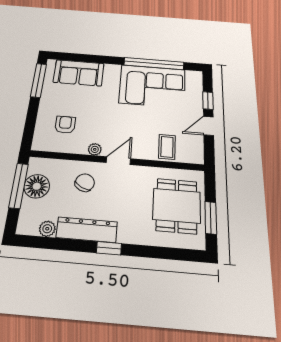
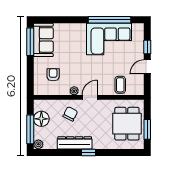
sofa: (79, 73) -> (43, 40), moved, turned -90
window: (19, 186) -> (30, 129), moved
plant: (47, 229) -> (38, 144), moved

